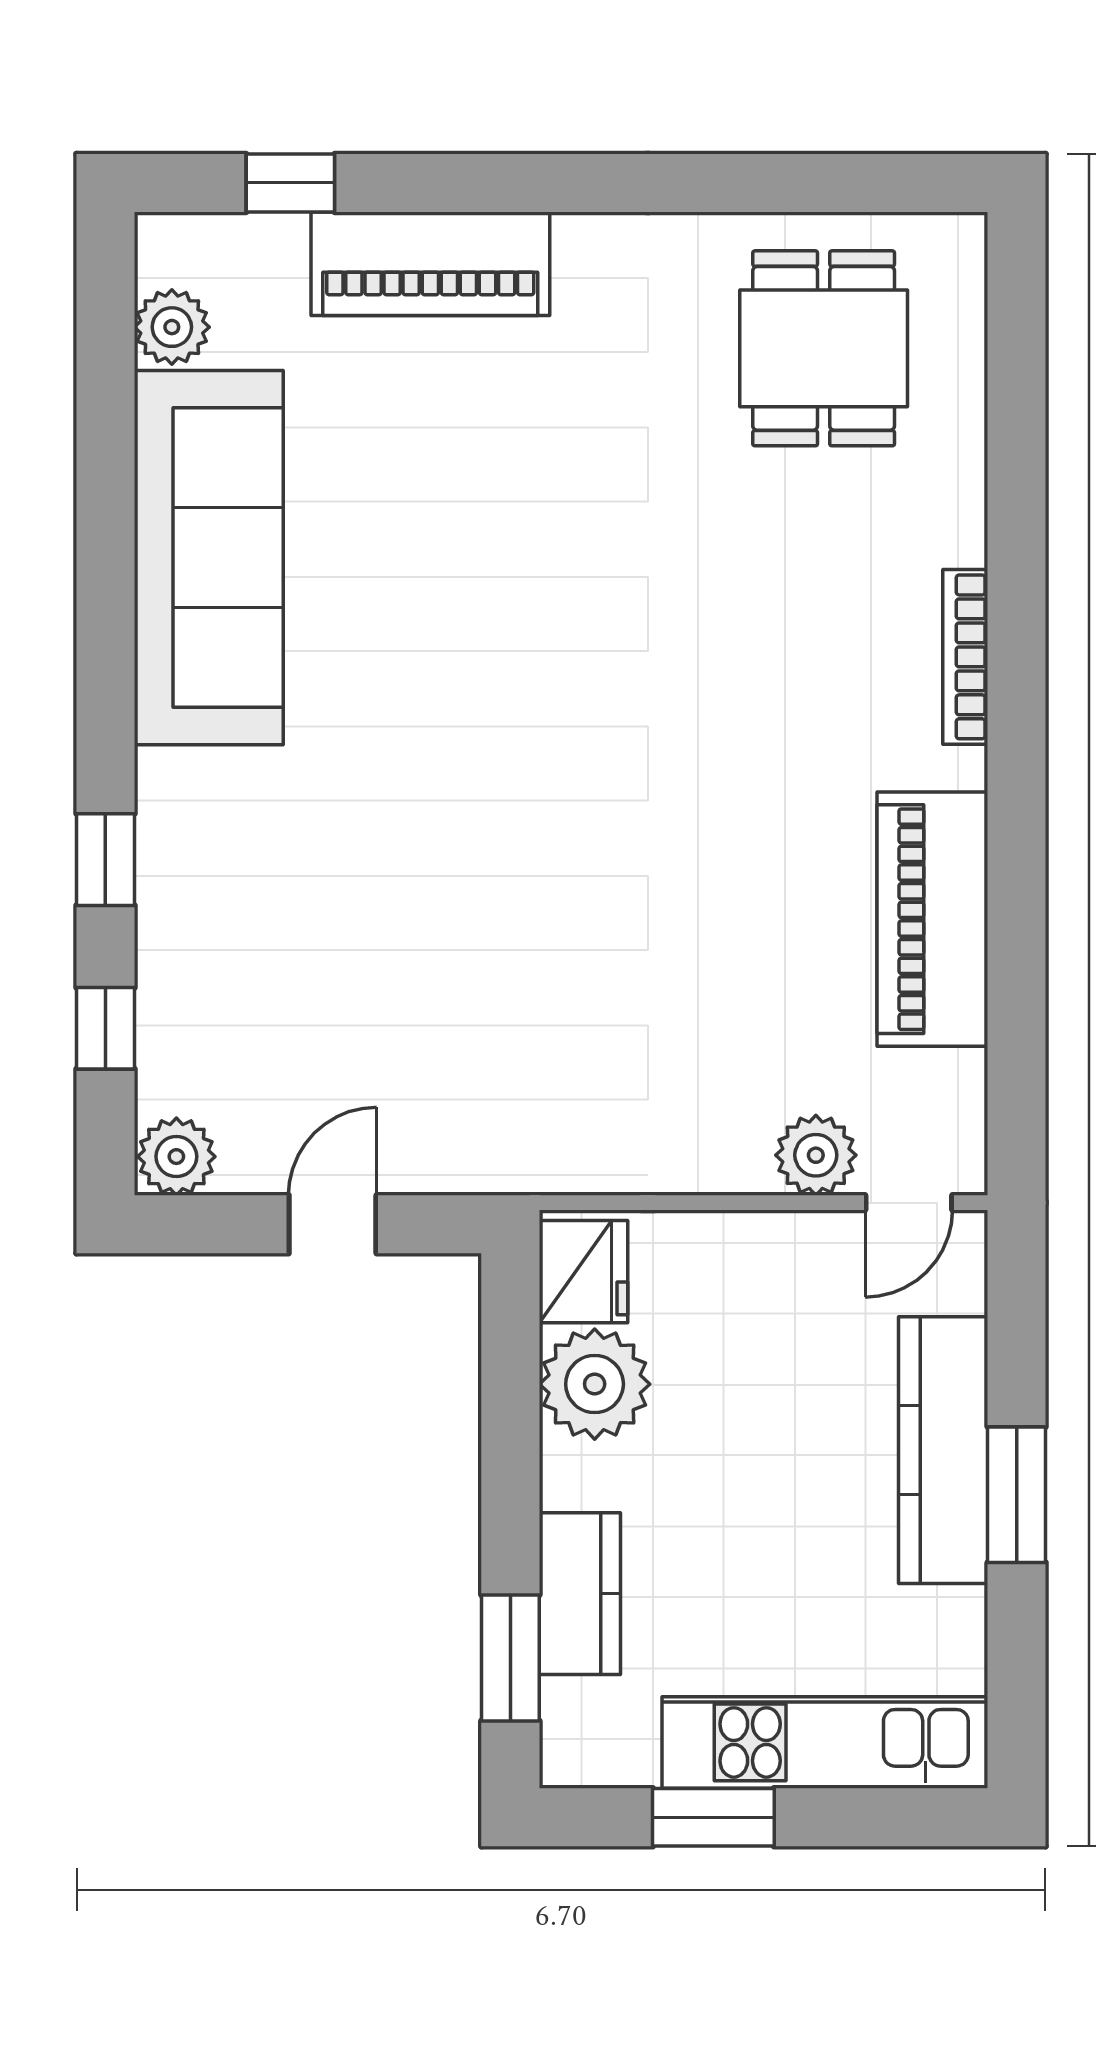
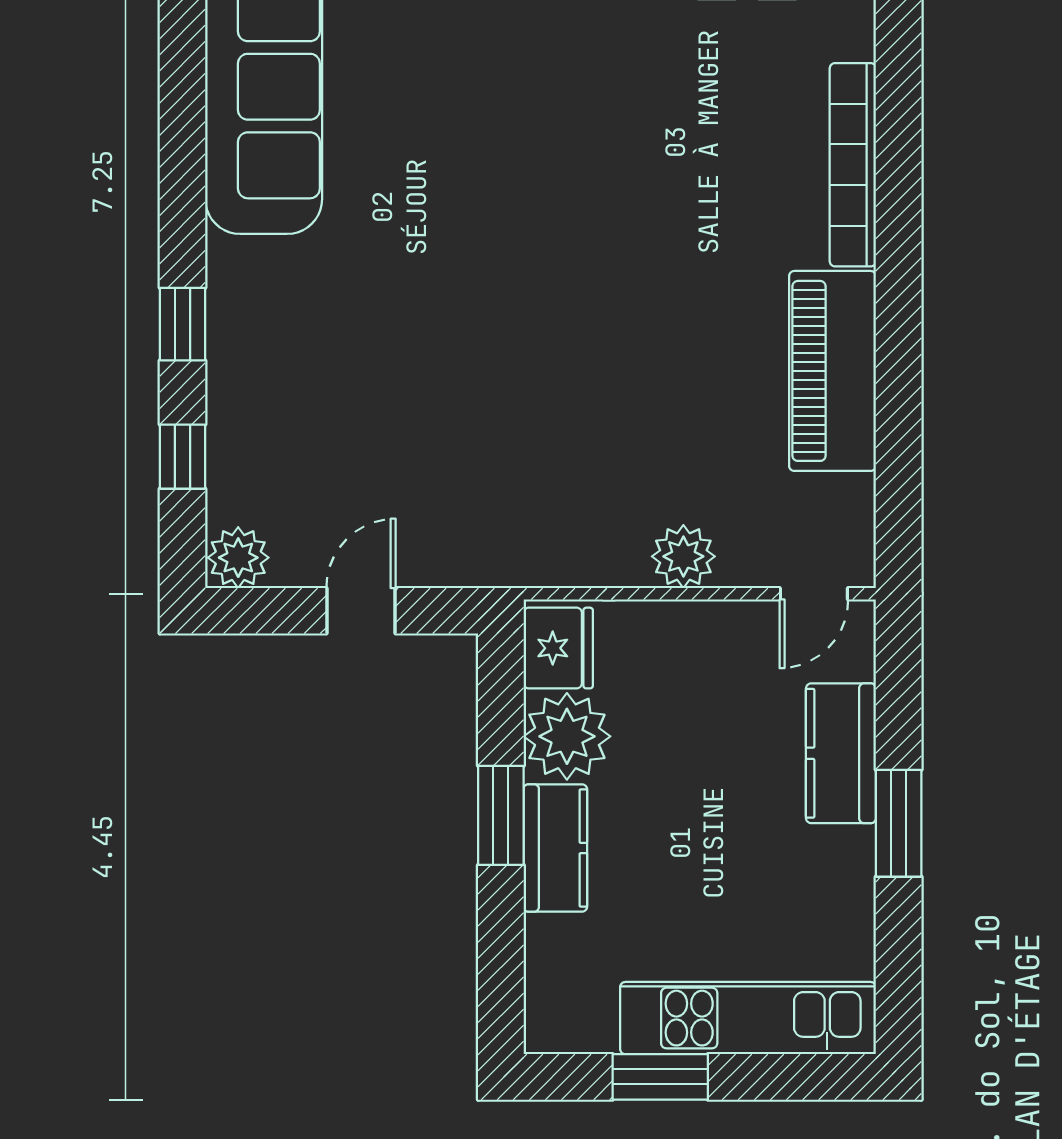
bookcase: (965, 657) -> (853, 165), width x1.48, depth x1.31
plant: (816, 1155) -> (683, 556), moved
kitchen counter: (943, 1450) -> (841, 753), width x0.67
kitchen counter: (580, 1594) -> (555, 848), moved
window: (510, 1658) -> (501, 815), moved

